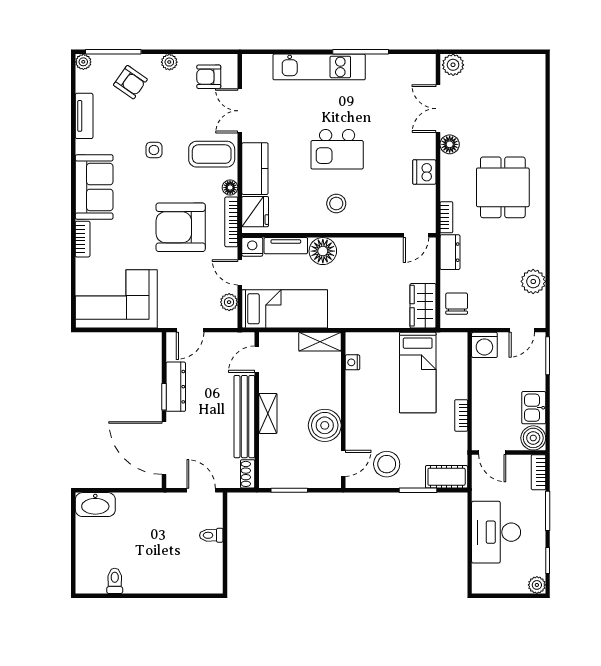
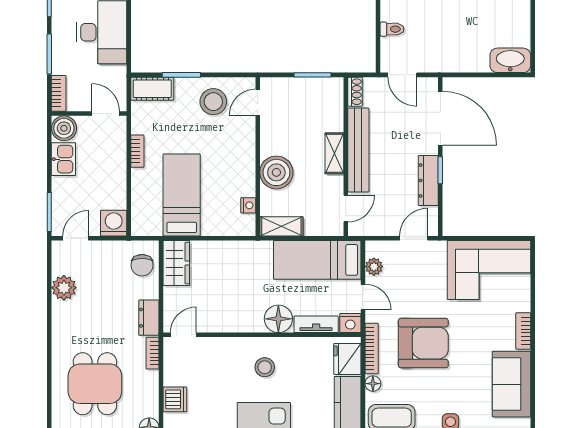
boiler: (325, 425) -> (276, 172), moved

